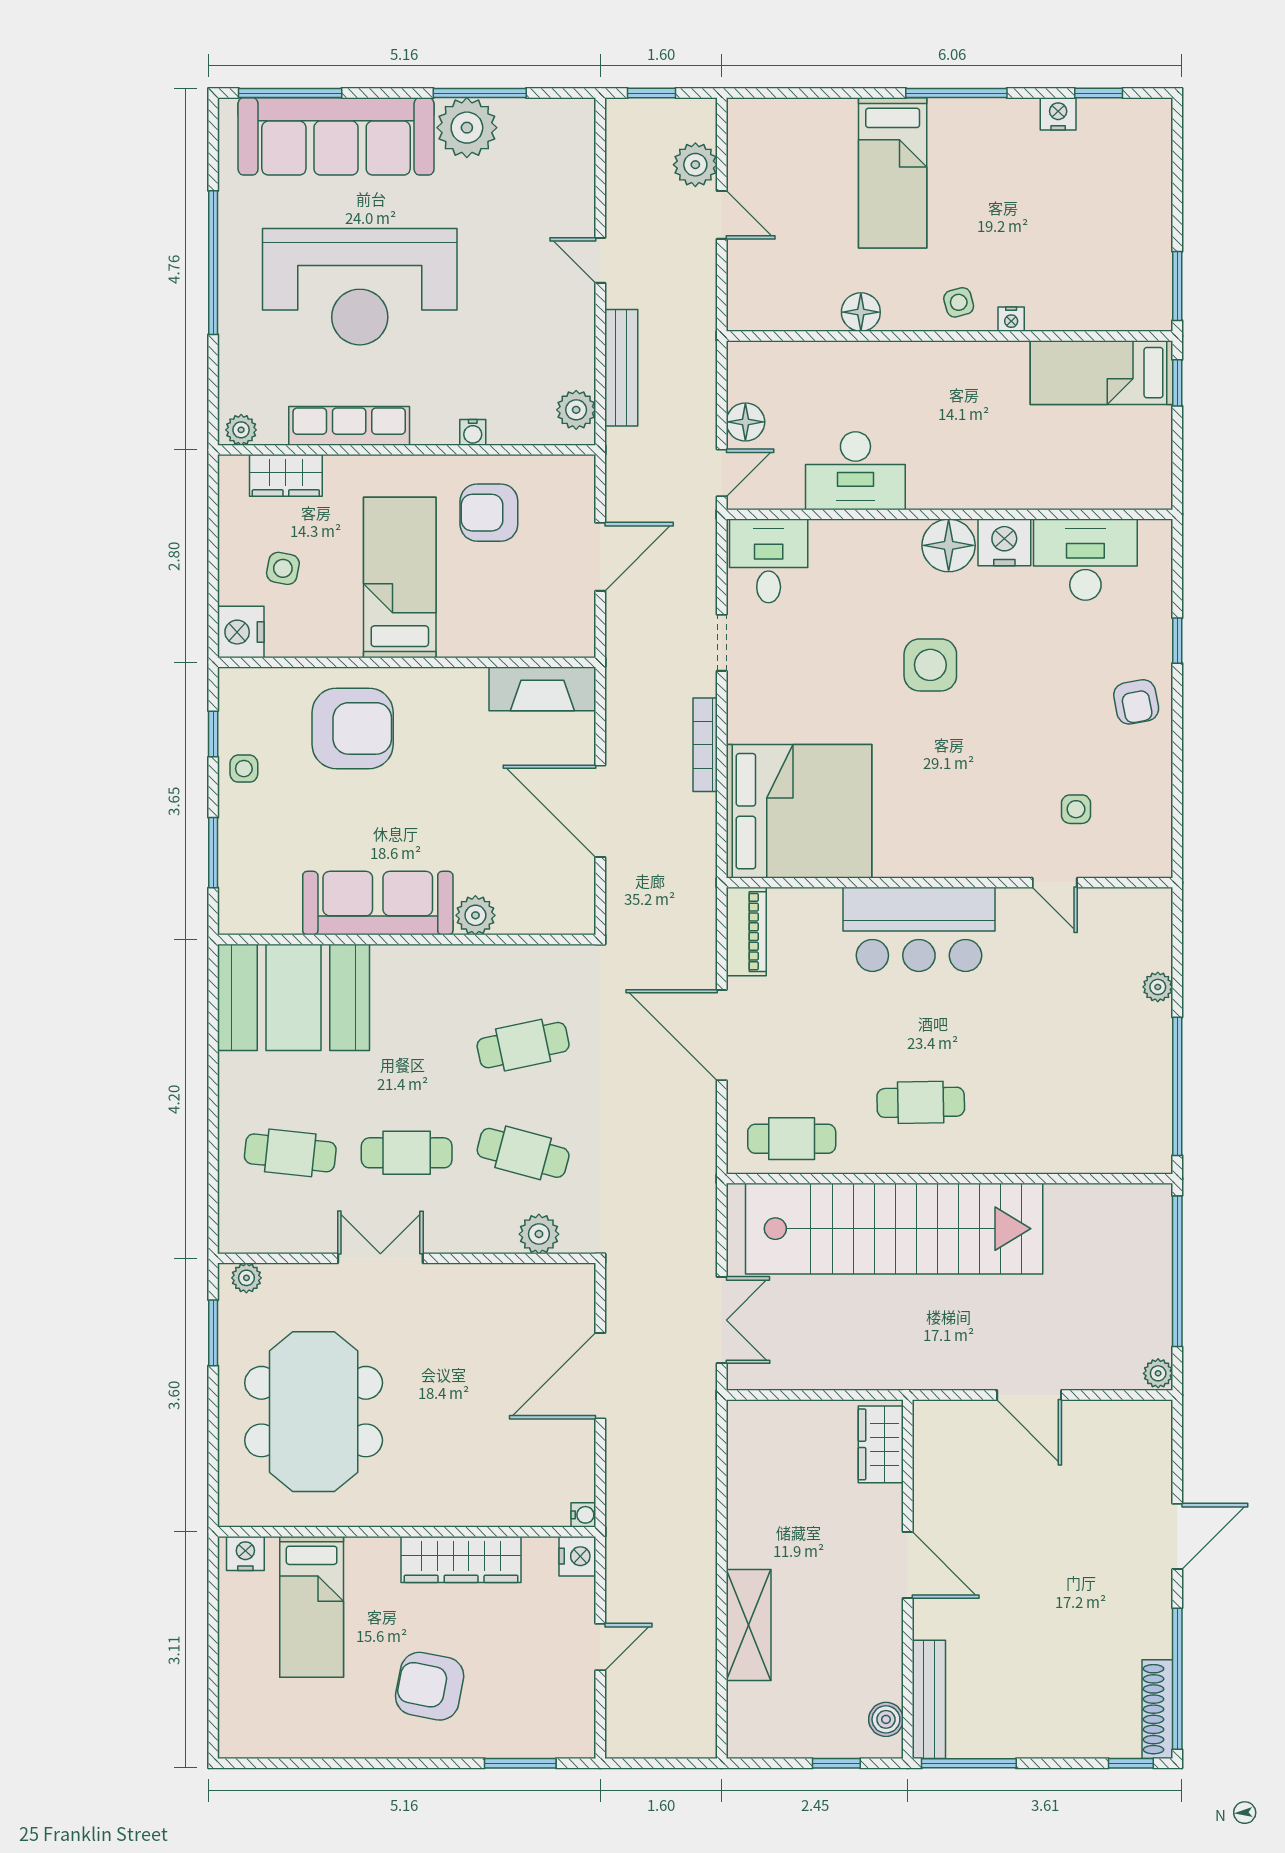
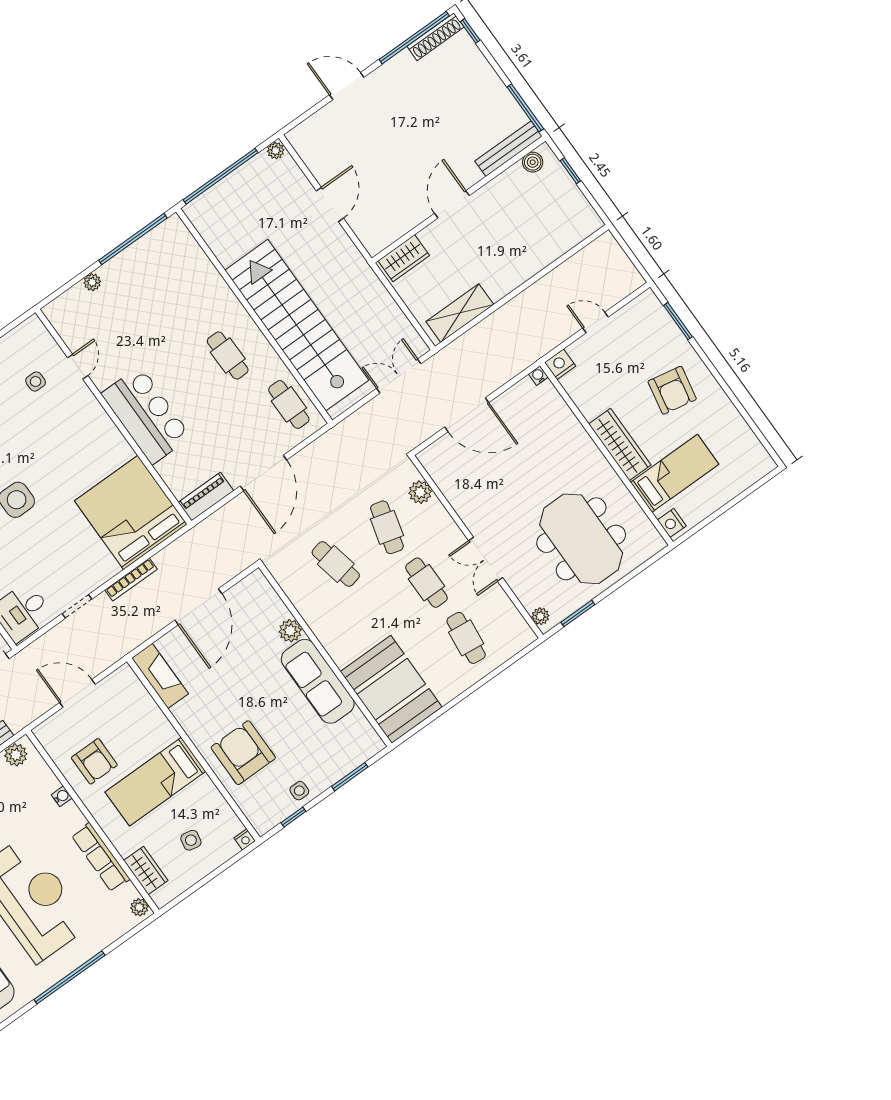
nightstand: (241, 632) -> (245, 839), width x0.53, depth x0.56
meeting table: (314, 1412) -> (581, 539), turned 90
wardrobe: (461, 1559) -> (620, 445), moved
shelving: (749, 1625) -> (460, 313), moved

